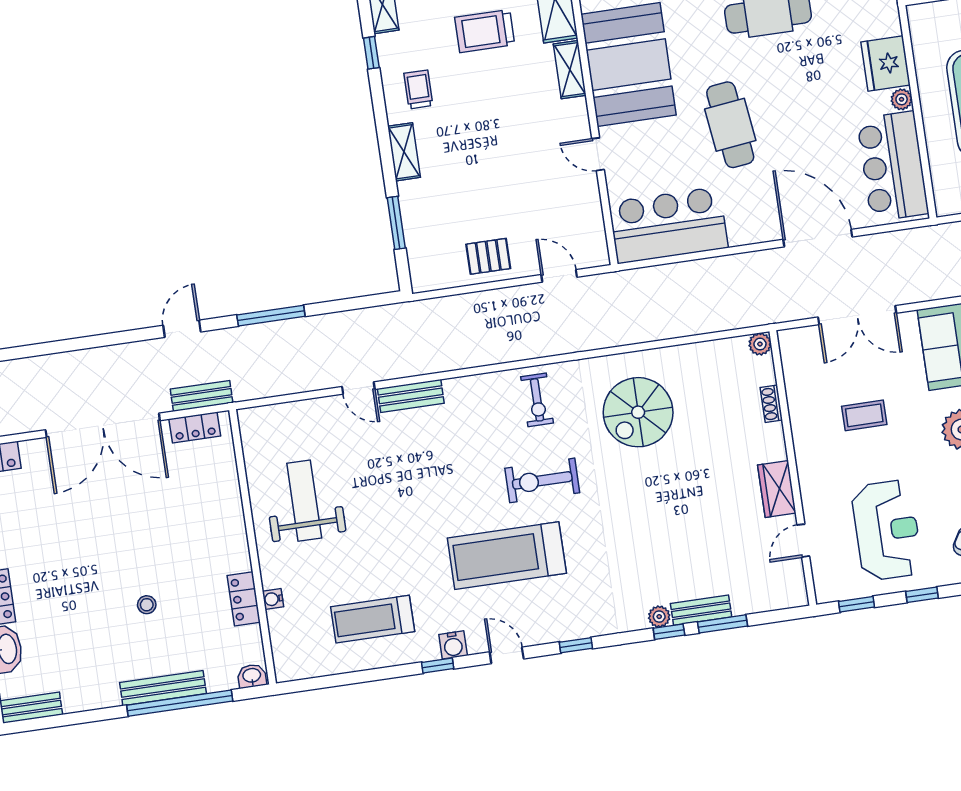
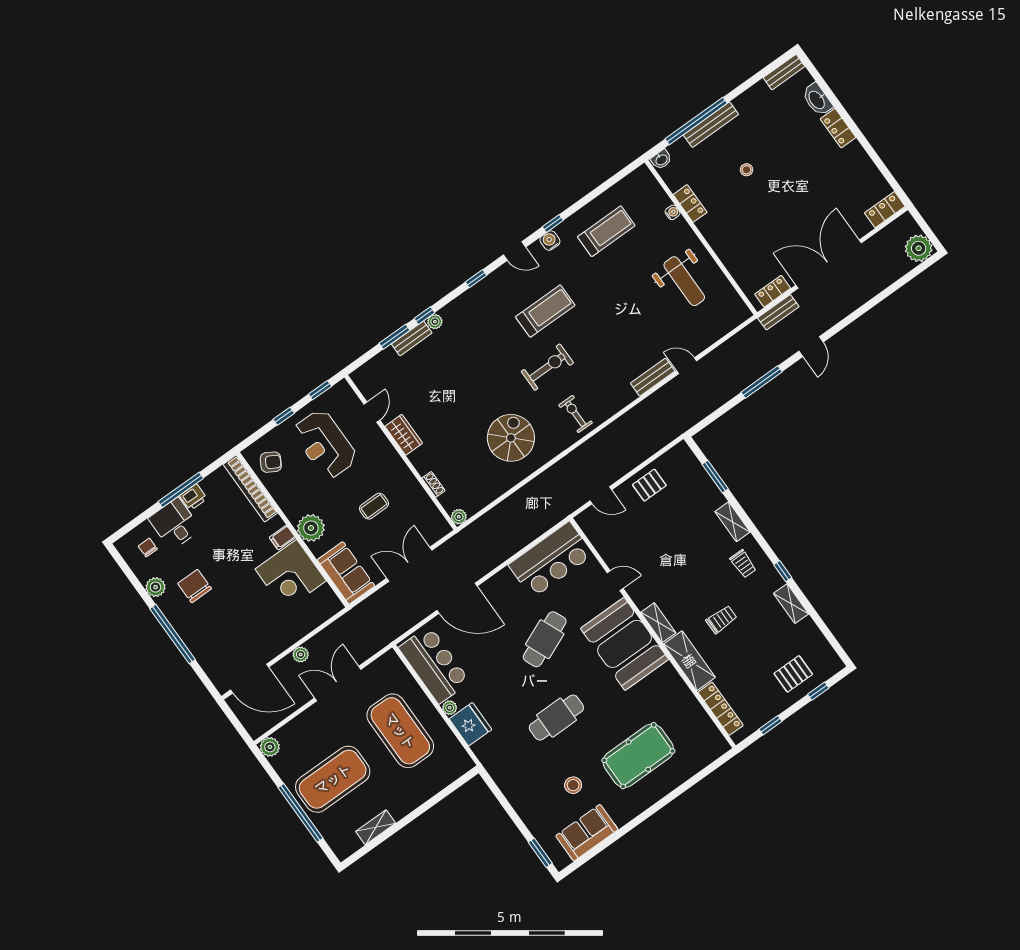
trolley: (485, 31) -> (721, 619), width x0.73, depth x0.72
cafe table: (730, 125) -> (545, 639), turned 74
treadmill: (507, 556) -> (545, 311), width x0.73, depth x0.73

